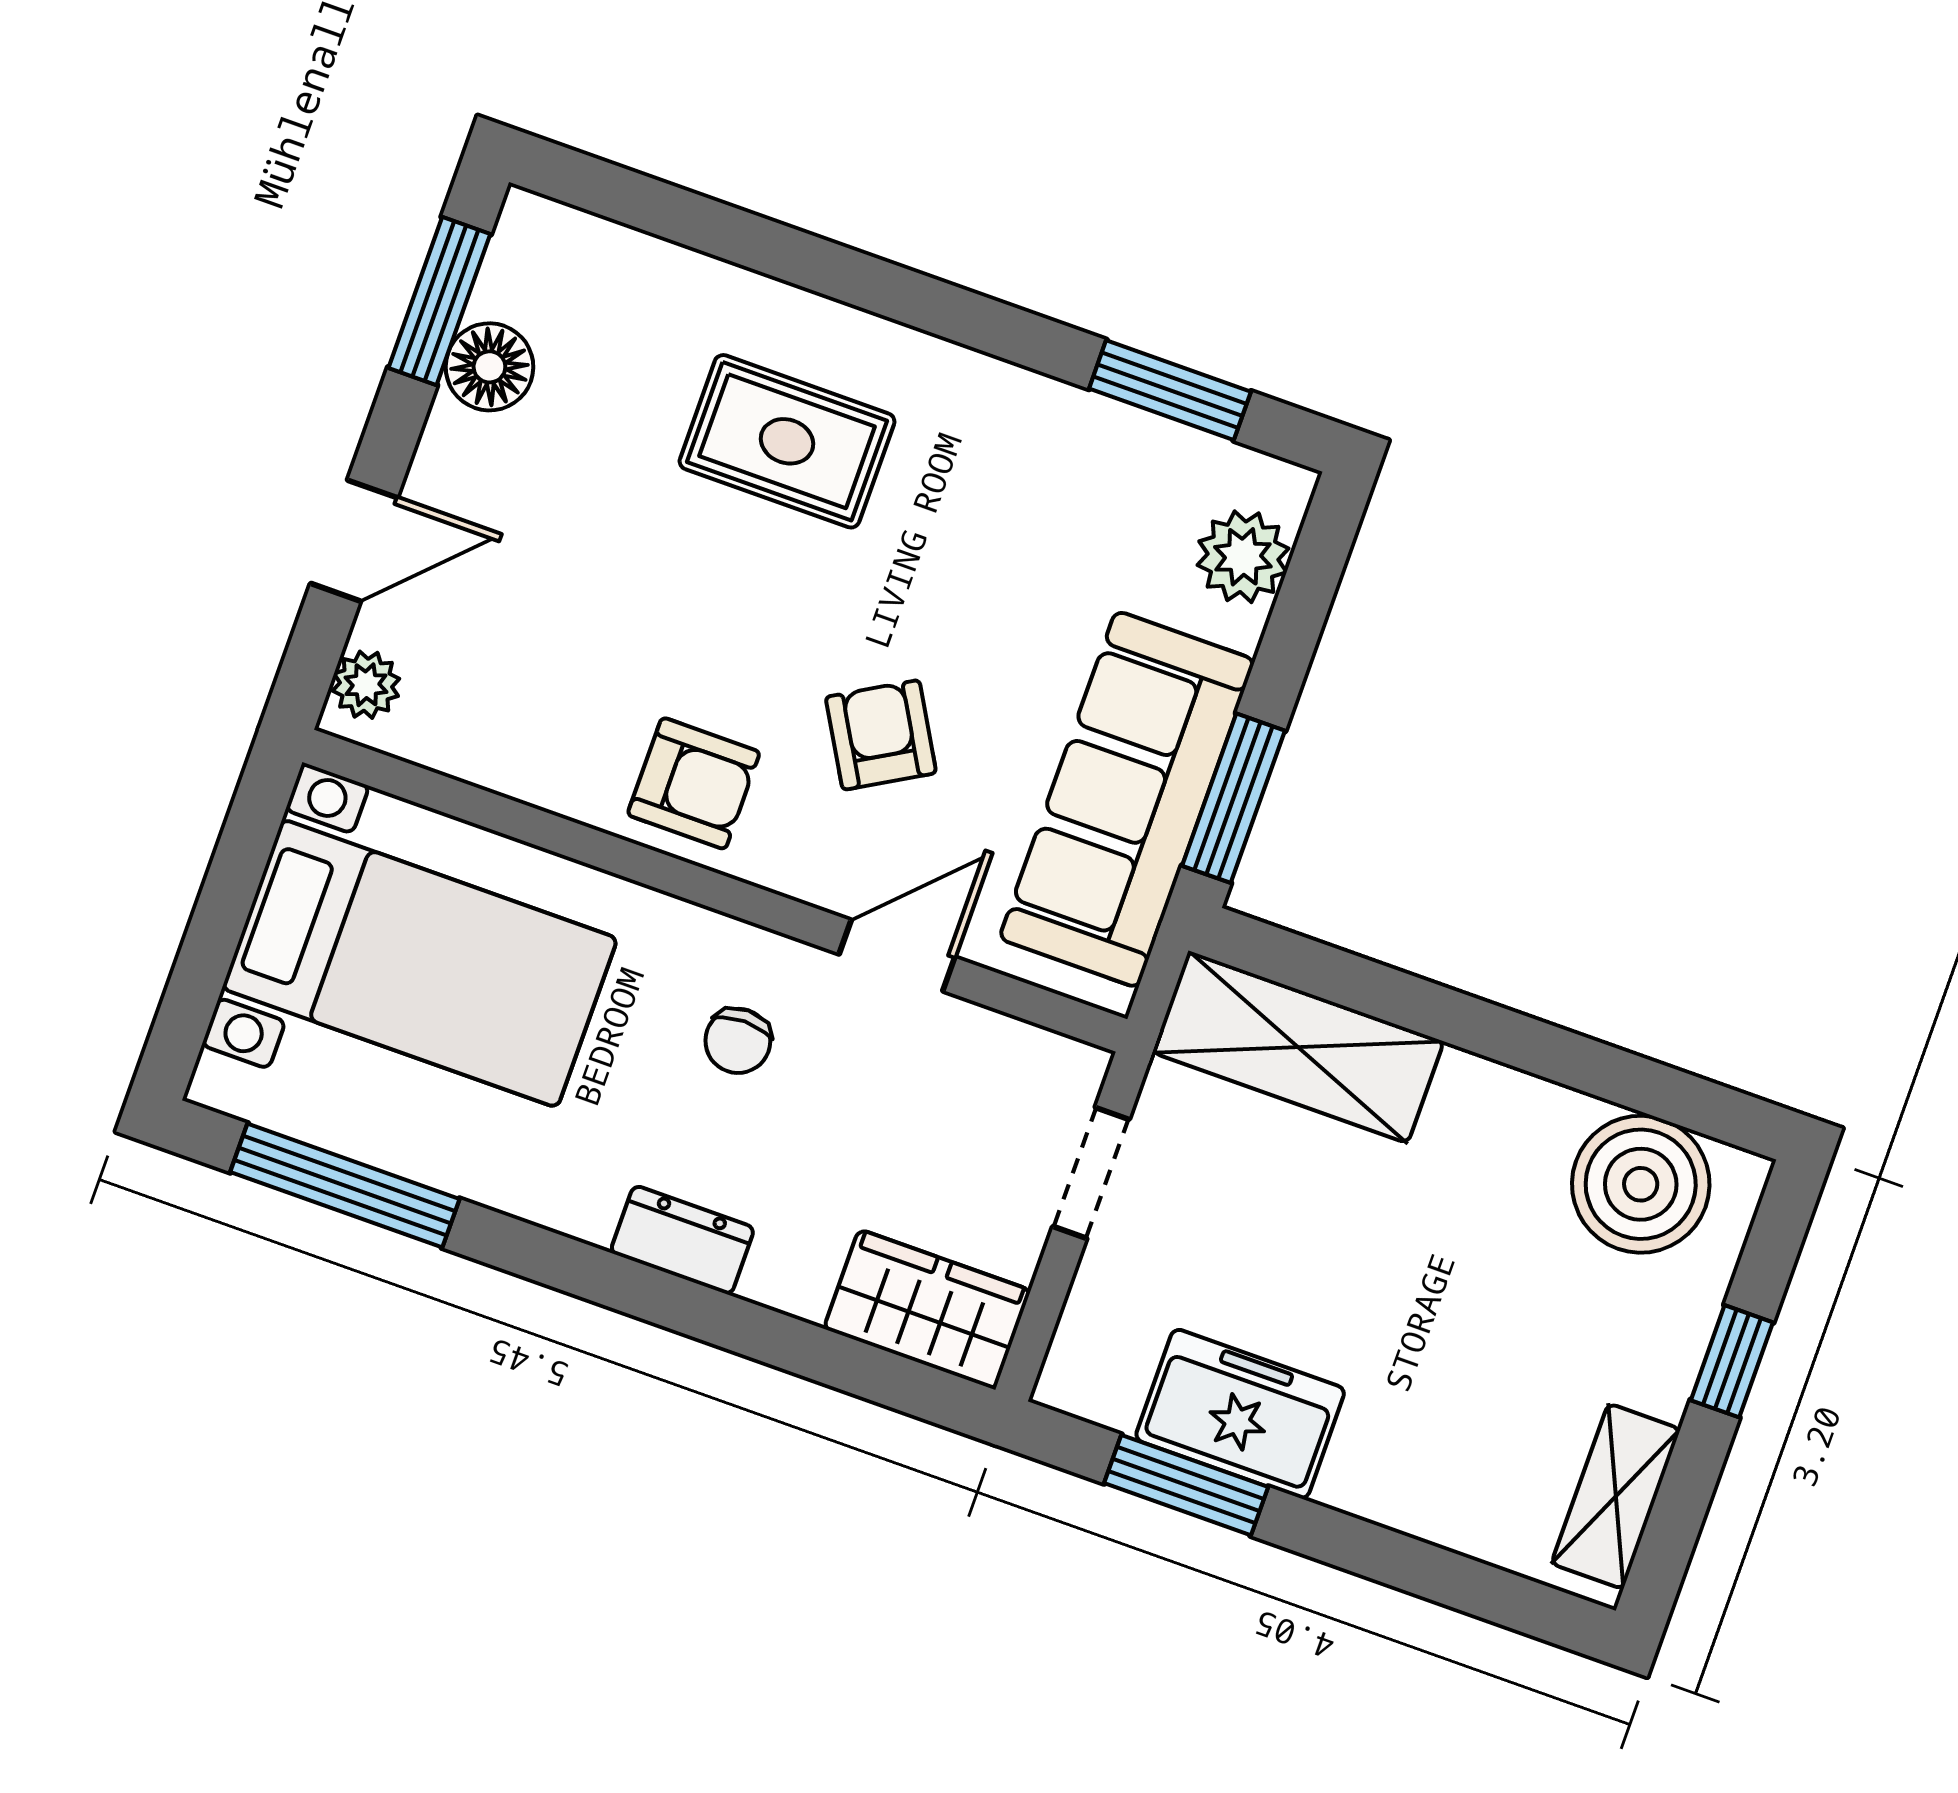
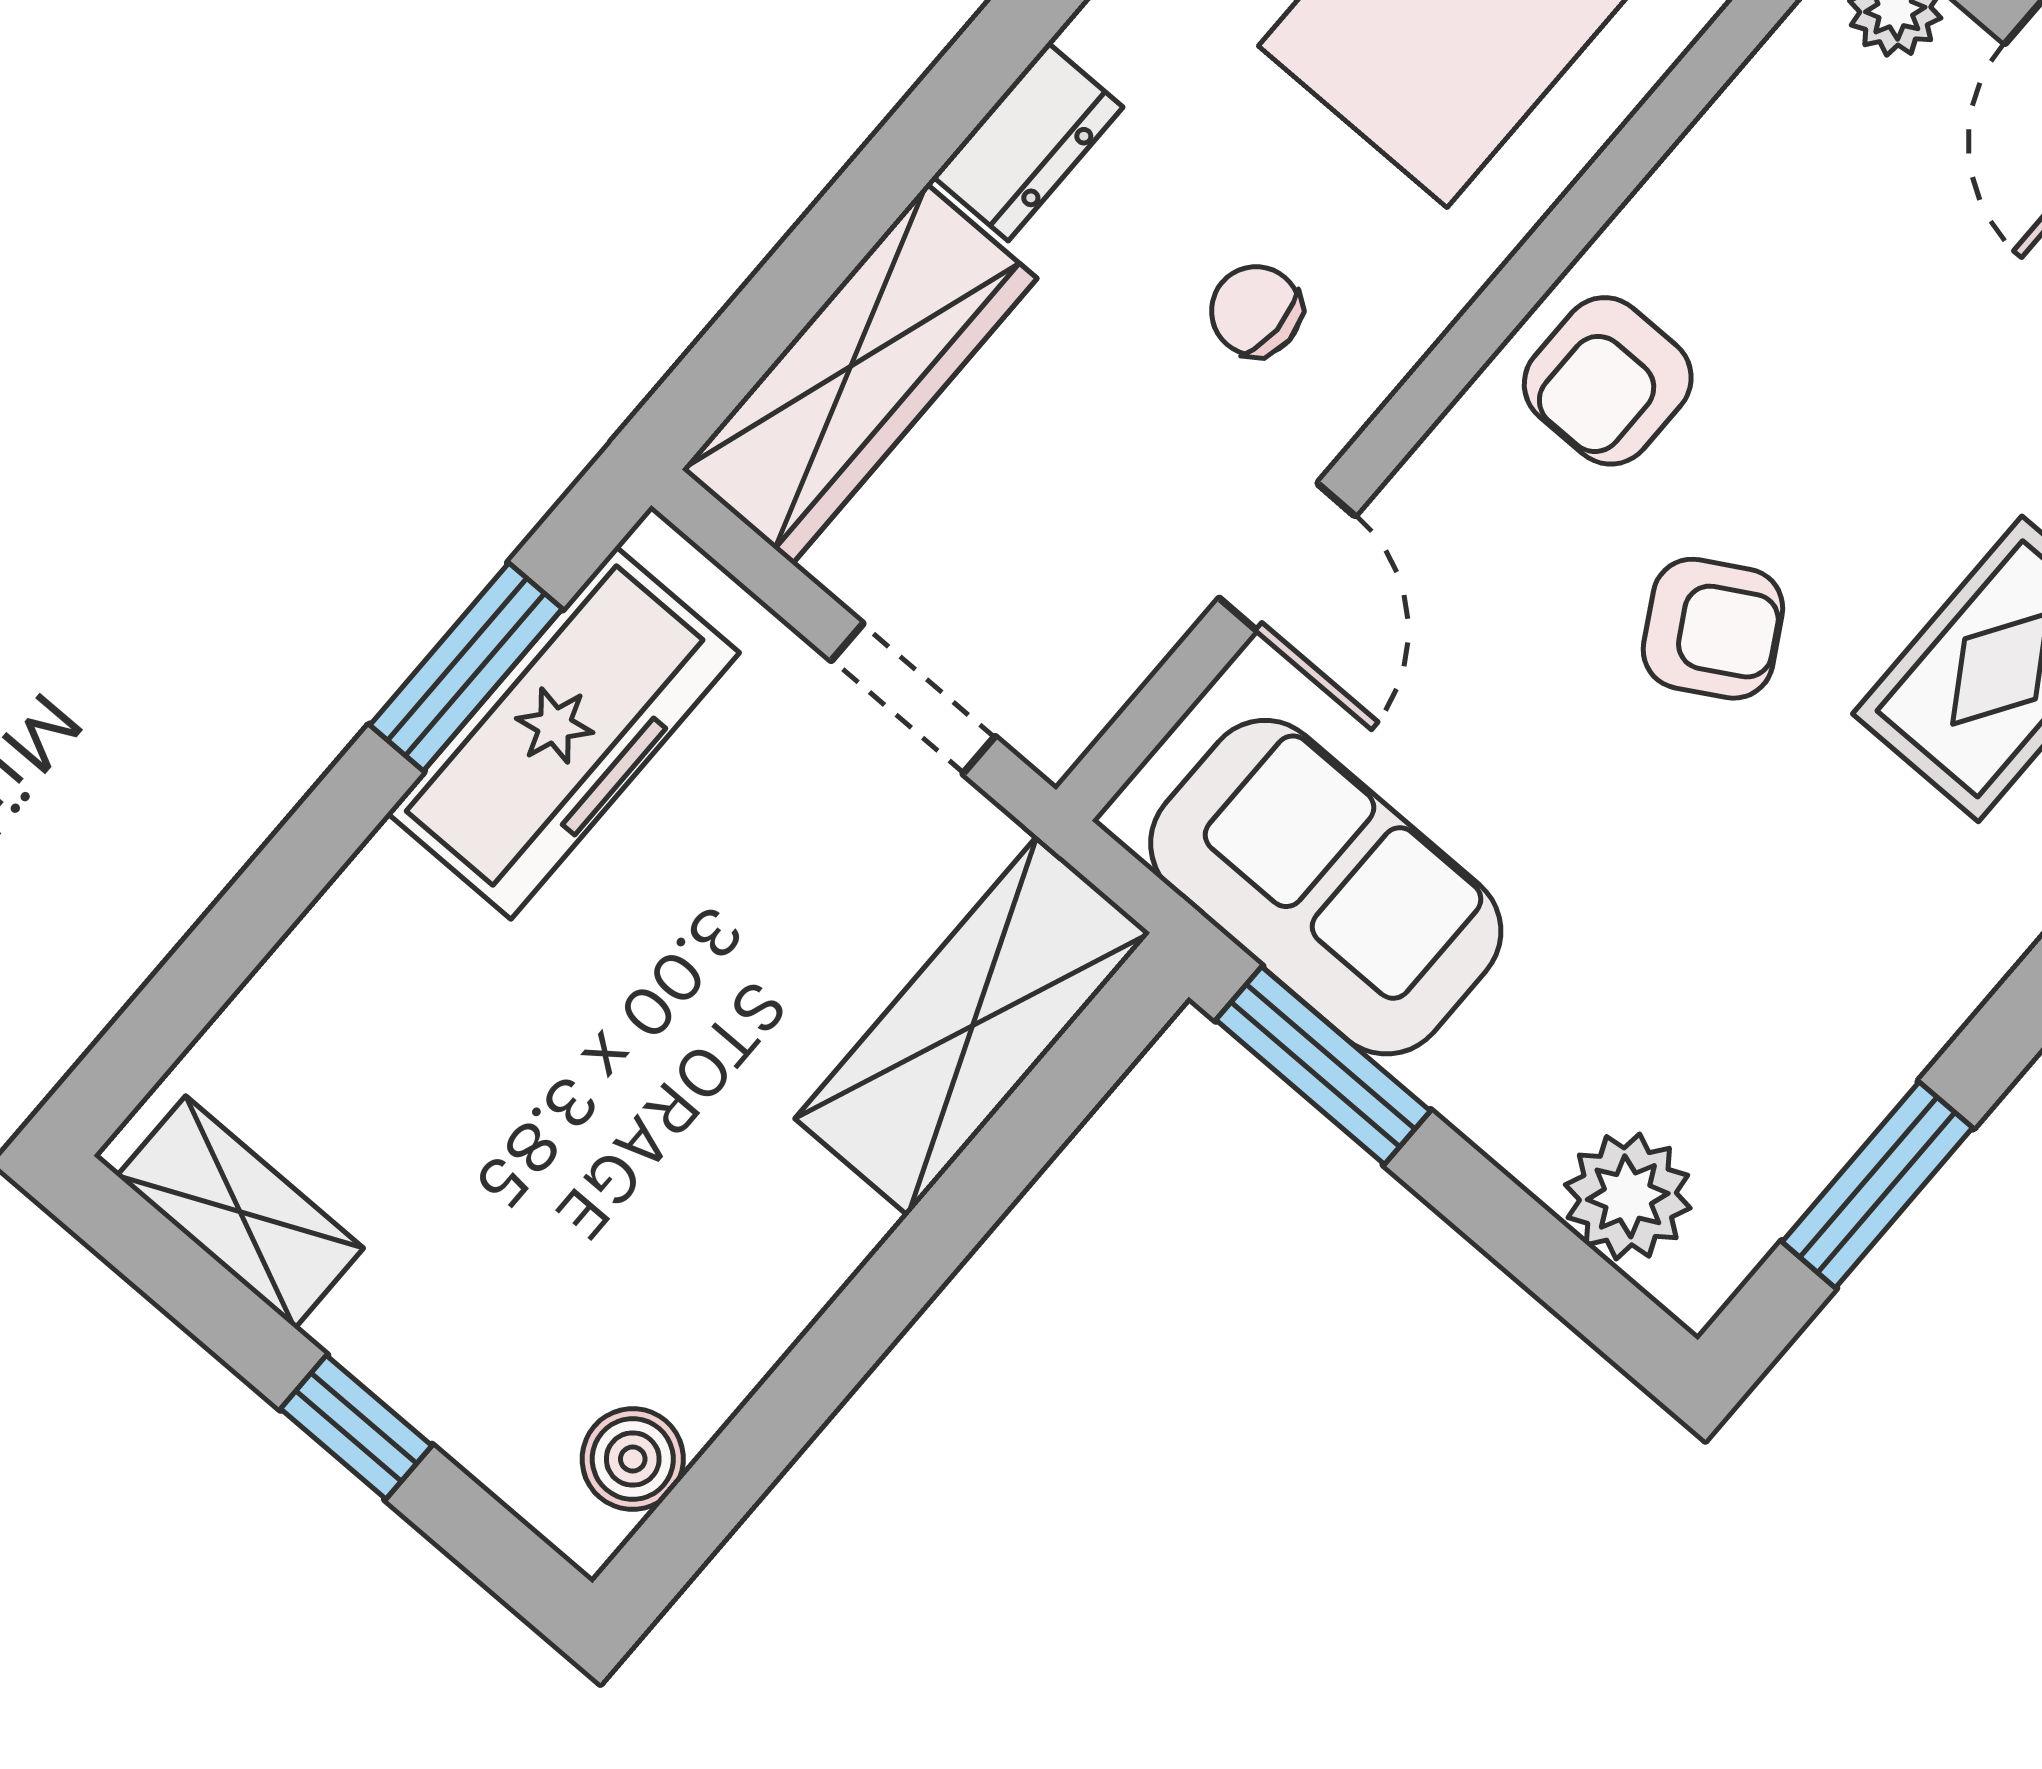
armchair: (881, 735) -> (1713, 629), moved
sofa: (1127, 799) -> (1326, 887), width x0.73
boiler: (1641, 1184) -> (633, 1459), width x0.54, depth x0.54
wardrobe: (927, 1309) -> (859, 374), width x1.50
freezer: (1240, 1414) -> (563, 733), width x1.40

